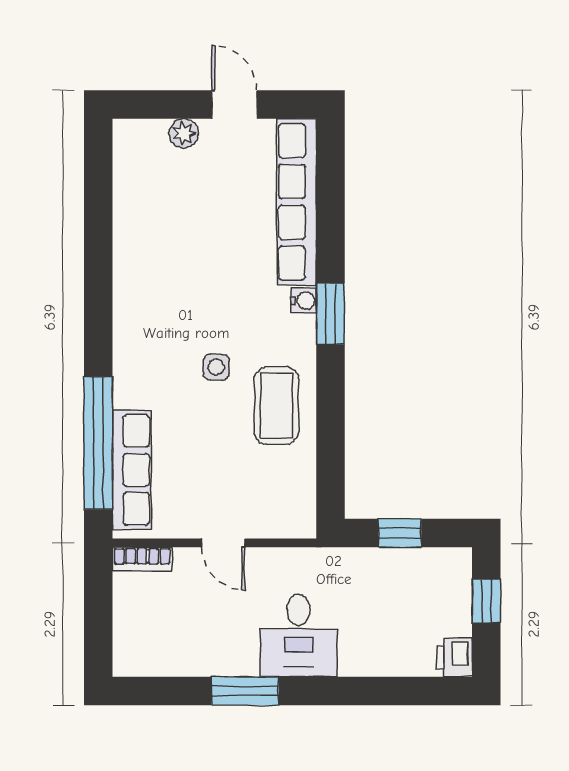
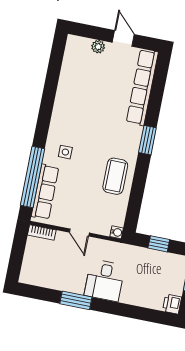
water cooler: (304, 301) -> (117, 232), moved
side table: (216, 367) -> (65, 152), moved

